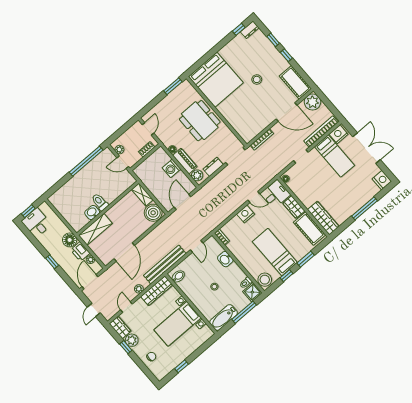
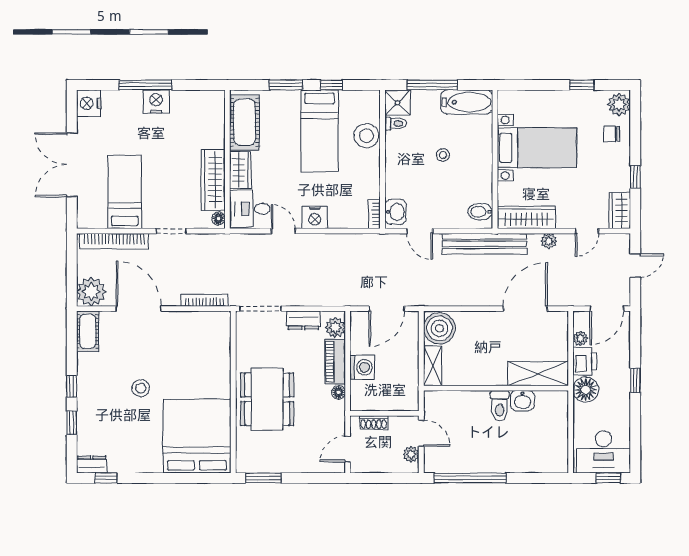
cot: (295, 82) -> (88, 331), width x0.73, depth x0.75
nightstand: (338, 134) -> (156, 102), moved, turned 180
wardrobe: (323, 218) -> (213, 180), moved
desk: (36, 223) -> (603, 452), width x1.37
door: (197, 246) -> (420, 231), swing flipped
washbasin: (225, 259) -> (396, 212), moved
stool: (265, 280) -> (366, 136), moved
plant: (132, 340) -> (619, 104), moved

